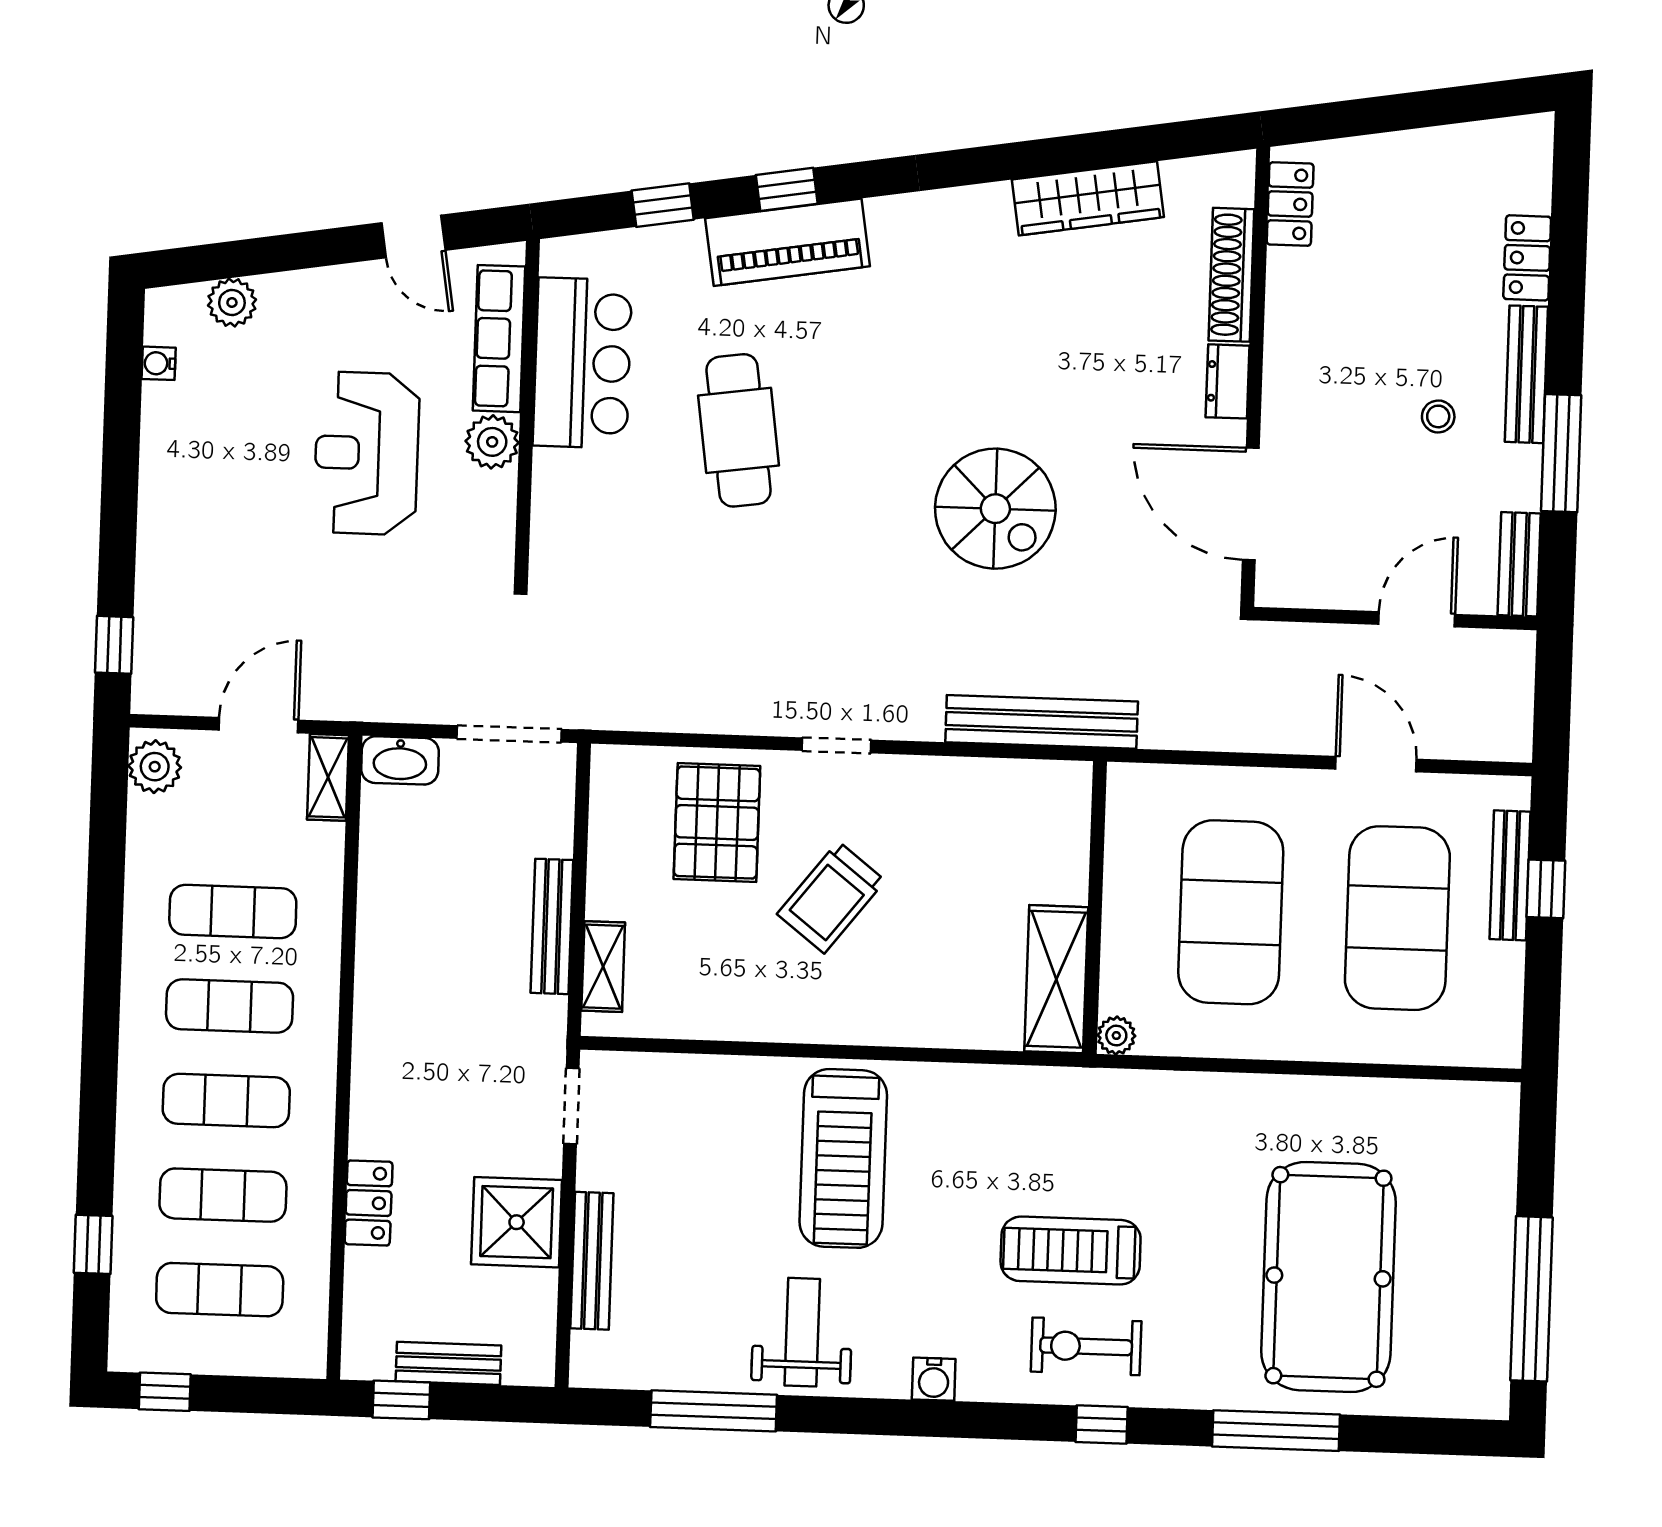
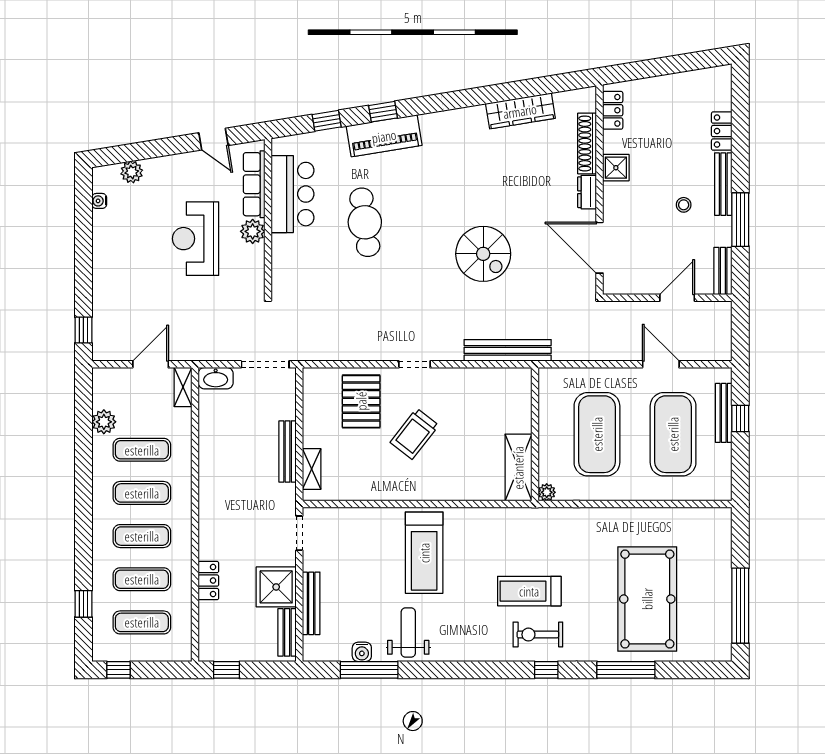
shower: (1293, 330) -> (616, 168), added
plant: (155, 767) -> (104, 422), moved
bench: (448, 1363) -> (287, 632), moved, turned 90
water cooler: (934, 1379) -> (362, 652), moved

